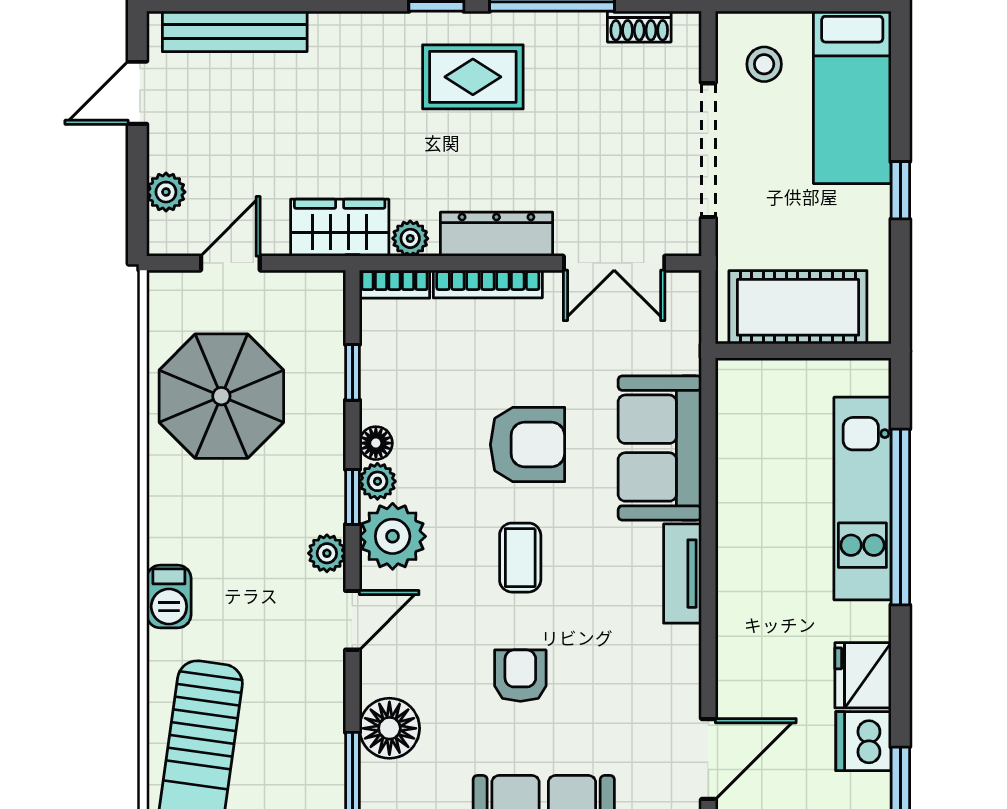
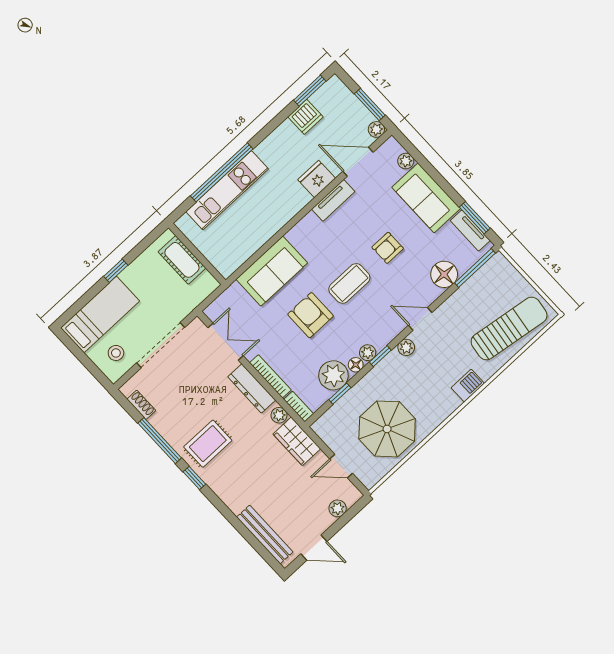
rug: (473, 77) -> (208, 444), turned 90
cot: (798, 307) -> (182, 260), width x0.73, depth x0.75
plant: (393, 536) -> (333, 375), moved
coffee table: (520, 558) -> (349, 283), width x1.36, depth x1.30
tv unit: (683, 574) -> (333, 200), moved
fridge: (863, 675) -> (317, 179), moved, turned 180

